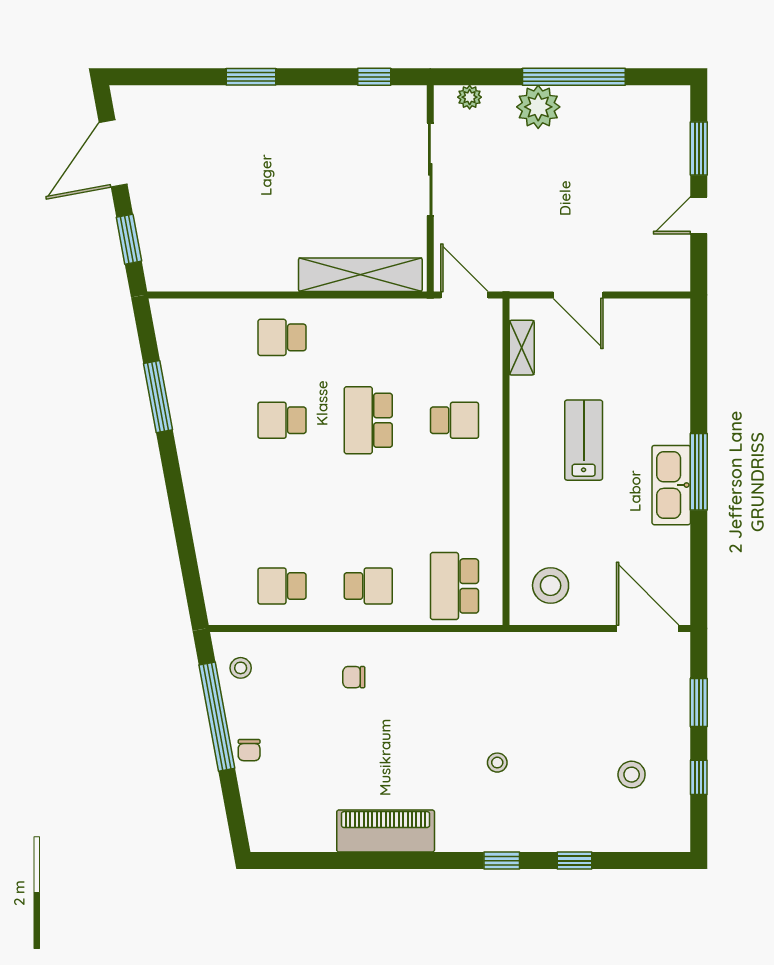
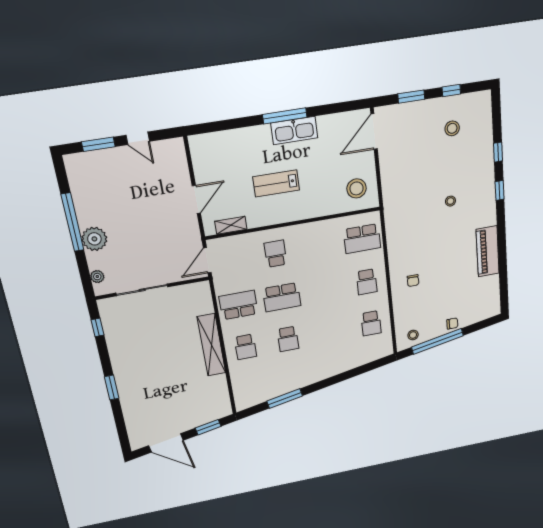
shelving: (360, 275) -> (211, 345), moved
school desk: (368, 337) -> (238, 305), added
school desk: (368, 586) -> (367, 282), turned 180

